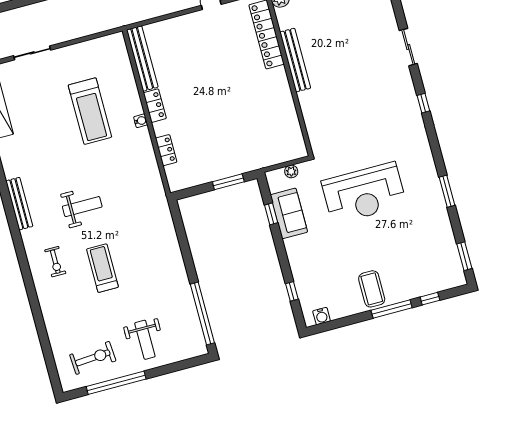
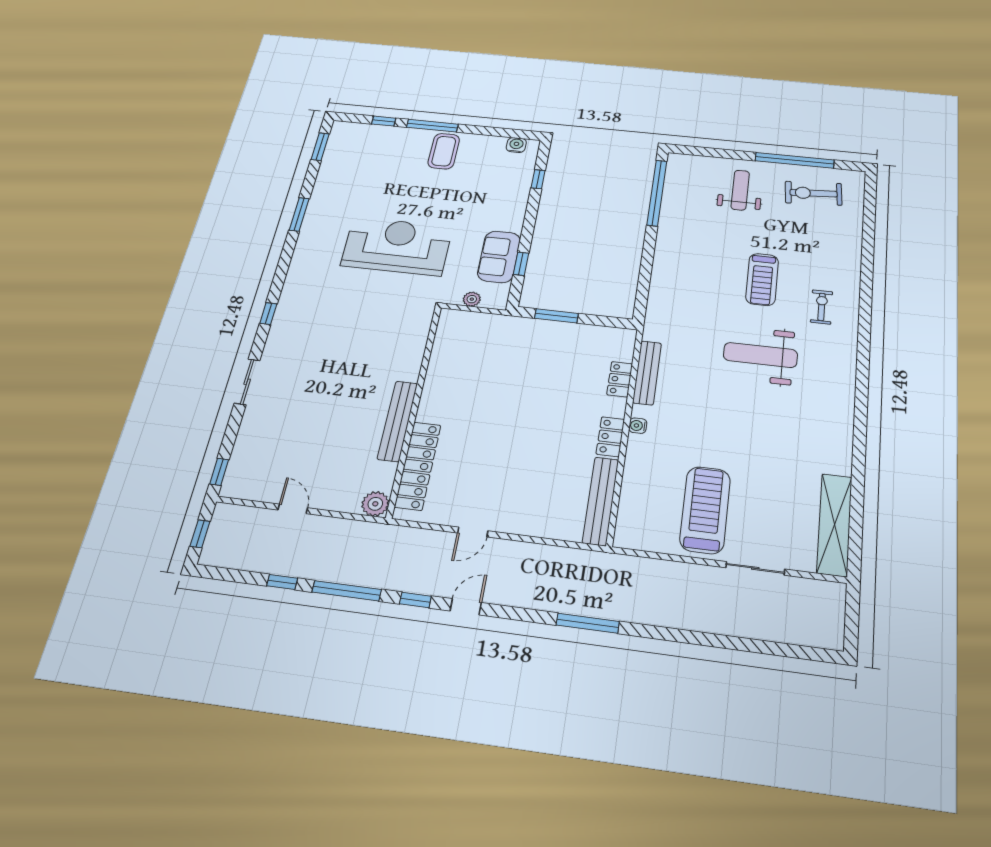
treadmill: (90, 111) -> (705, 510), moved
bench: (19, 204) -> (647, 373), moved
weight bench: (82, 207) -> (760, 355), width x1.36, depth x1.33

